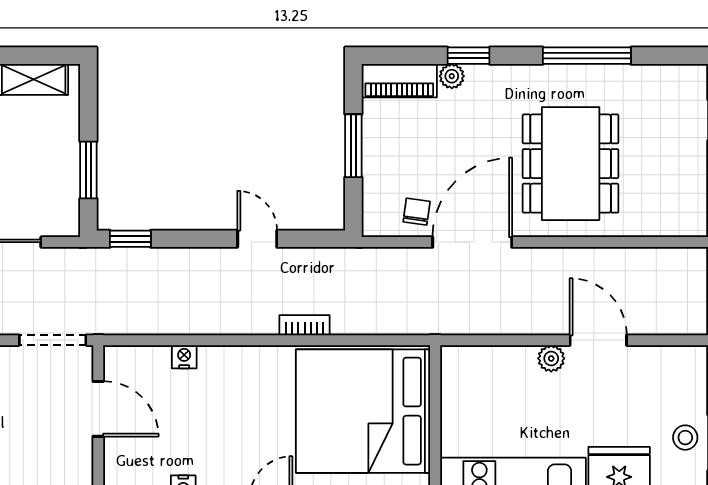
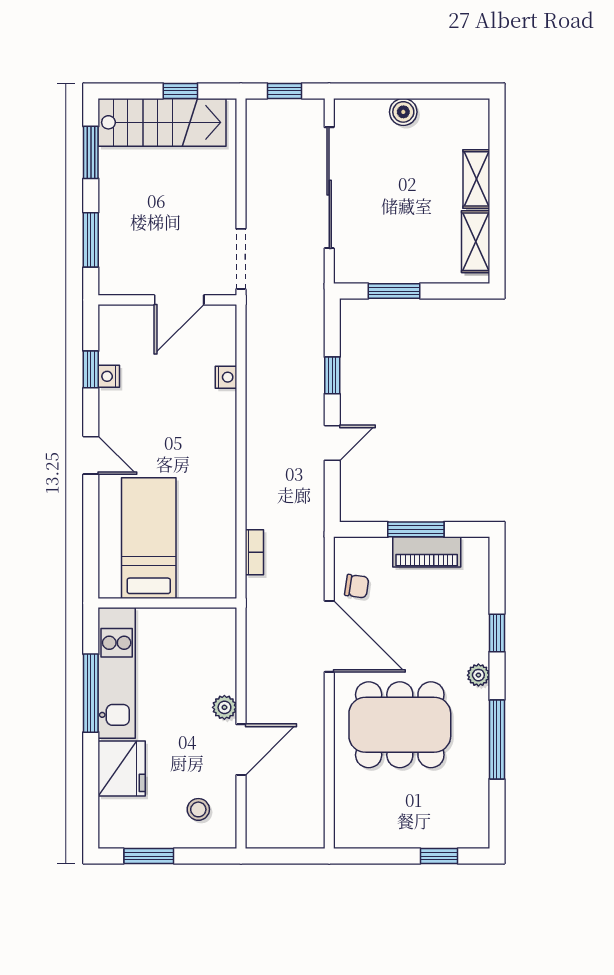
plant: (452, 76) -> (478, 675), moved
piano: (399, 81) -> (427, 552), moved, turned -90
window: (130, 239) -> (332, 375), moved
bookcase: (305, 325) -> (254, 552), moved
bed: (363, 411) -> (149, 538), width x0.49
stool: (685, 438) -> (198, 809), moved

